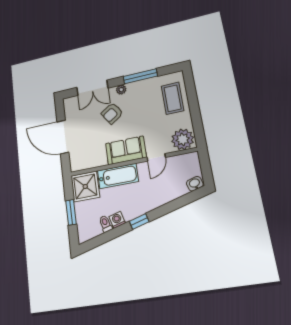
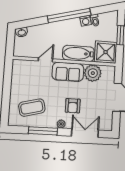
coffee table: (172, 98) -> (32, 108), moved, turned 76
armchair: (112, 113) -> (73, 106), turned 124
plant: (183, 139) -> (93, 73), moved
window: (139, 222) -> (69, 15), width x3.17

